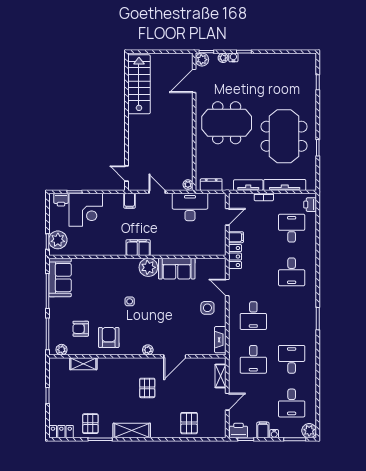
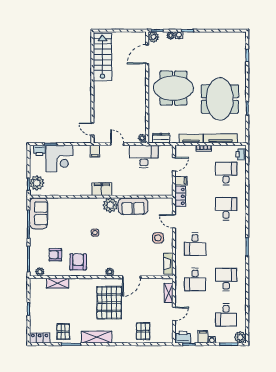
desk: (292, 272) -> (226, 209), turned 180
pallet: (147, 388) -> (109, 303), width x2.05, depth x2.00

